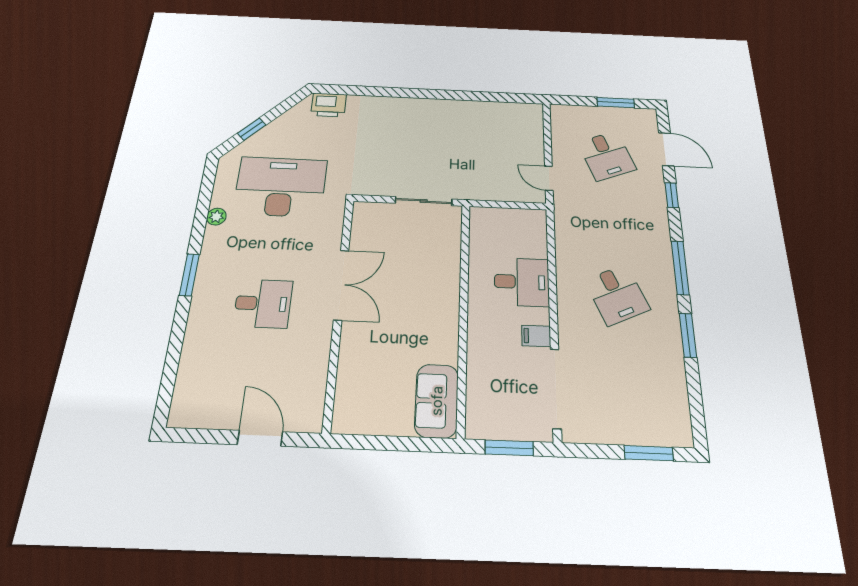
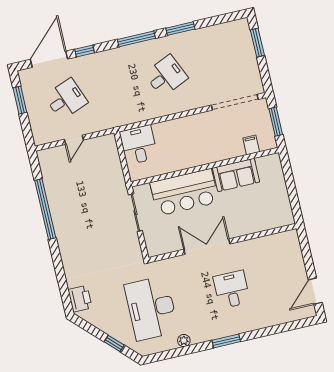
window: (462, 95) -> (45, 209), added
door: (666, 149) -> (49, 59), width x1.36
door: (549, 178) -> (74, 140), moved
bar counter: (433, 275) -> (184, 192), added
desk: (522, 282) -> (139, 145), moved
filing cabinet: (536, 336) -> (251, 145), moved, turned 180
sofa: (437, 401) -> (236, 175), moved
door: (260, 438) -> (315, 291), moved

